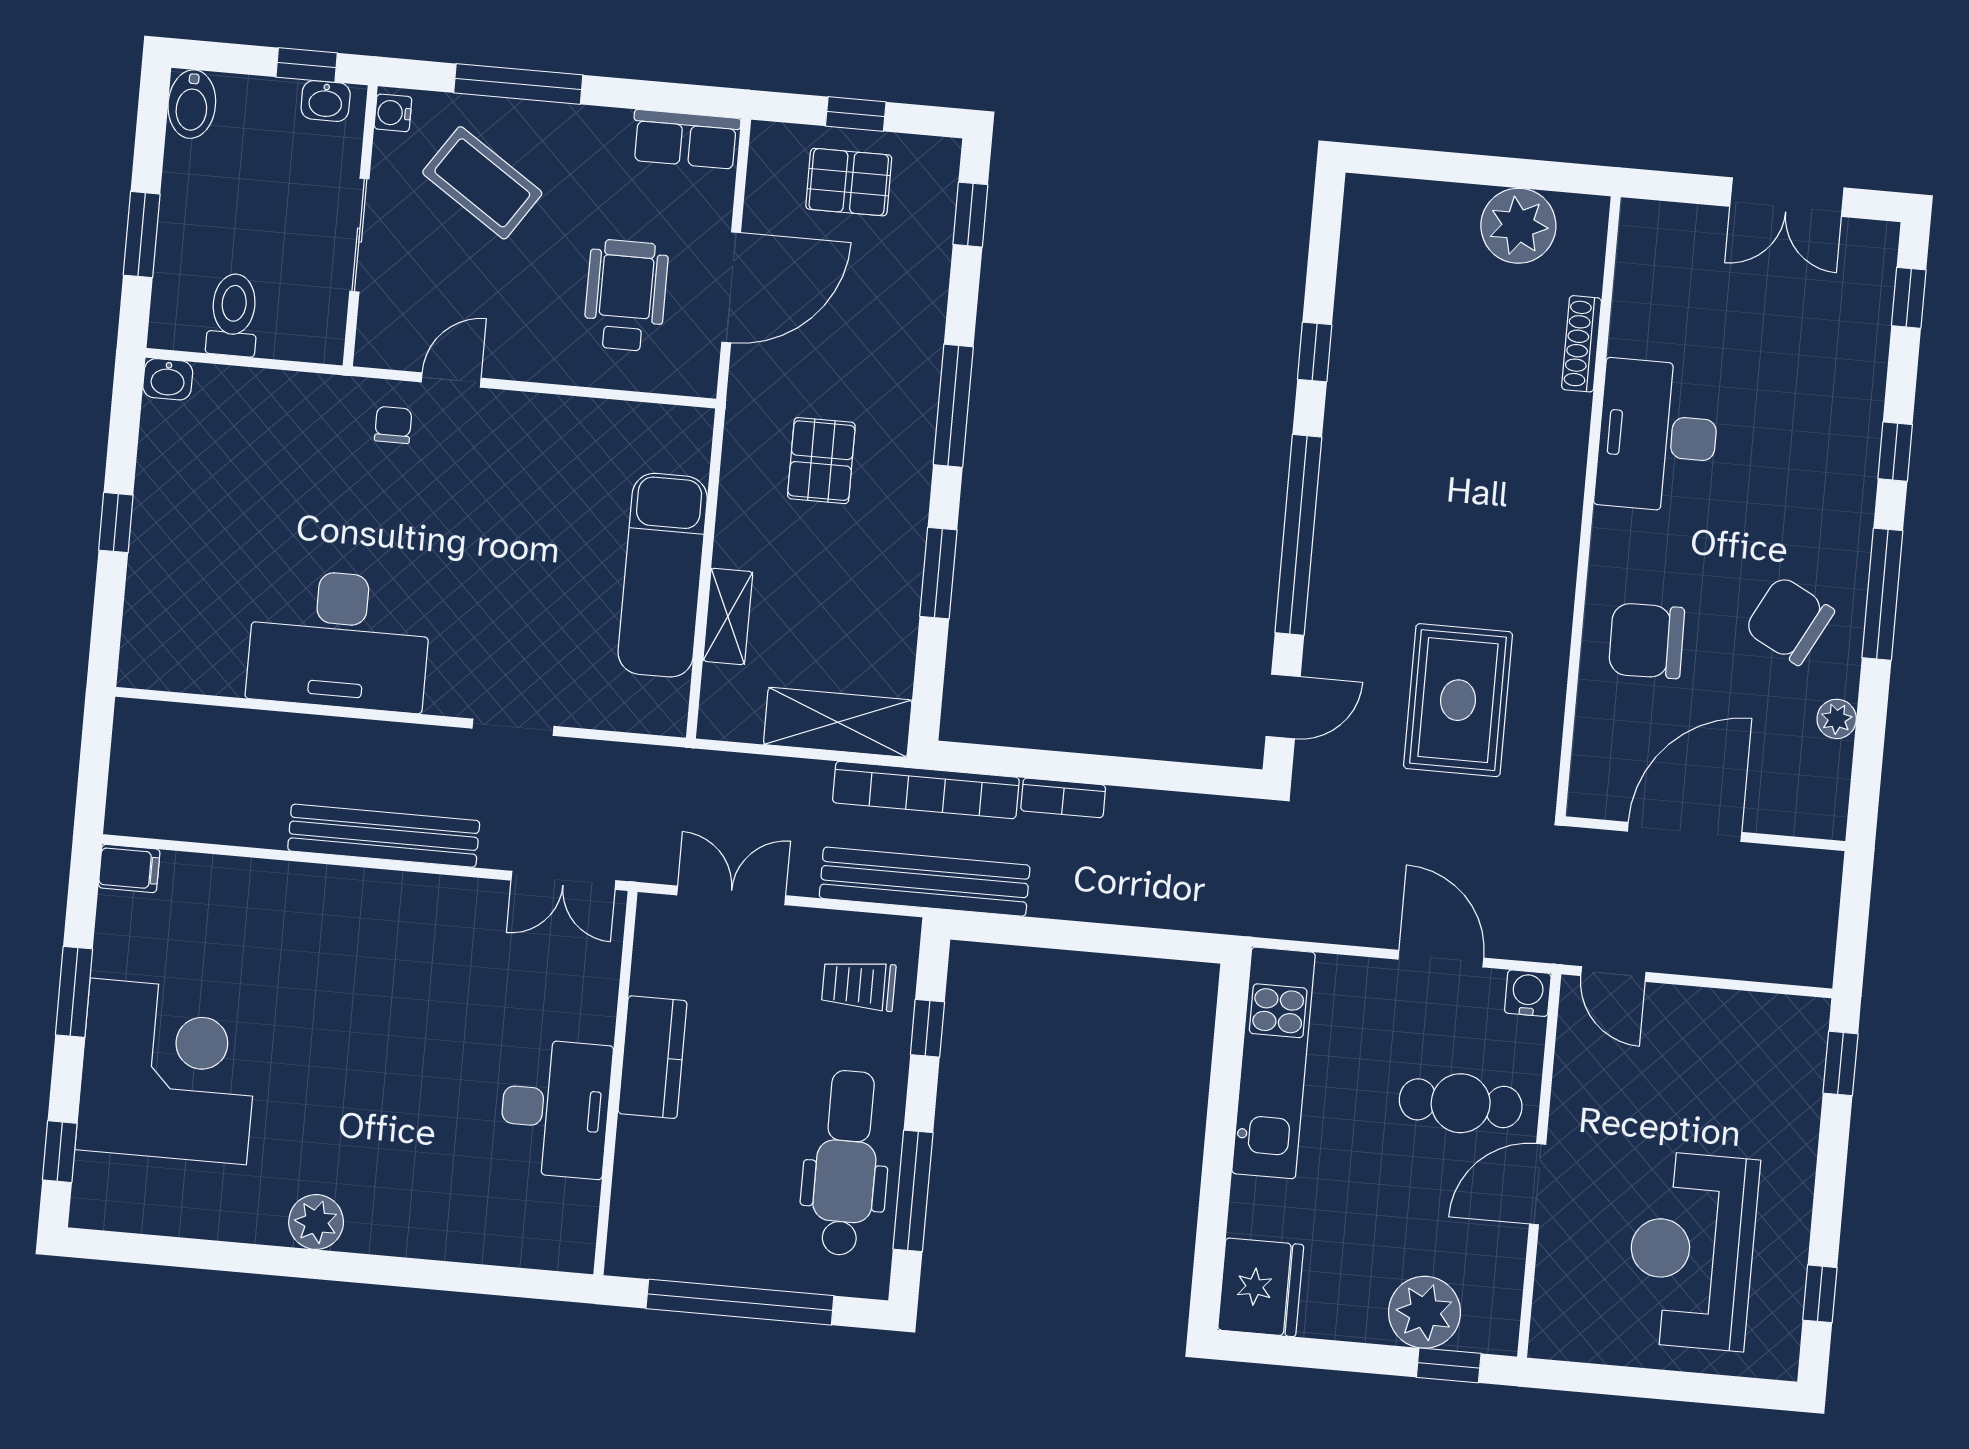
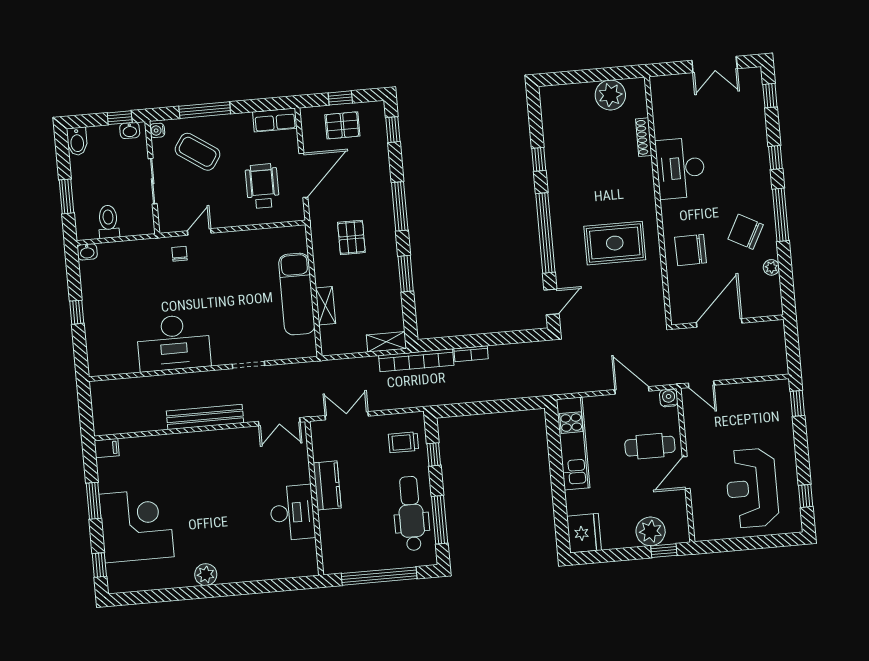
rug: (1458, 700) -> (615, 243), moved, turned 90
shelving: (838, 722) -> (386, 342), width x0.67, depth x0.75
bench: (925, 882) -> (422, 397), removed

